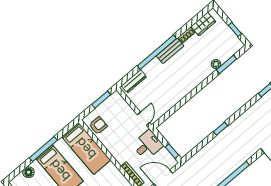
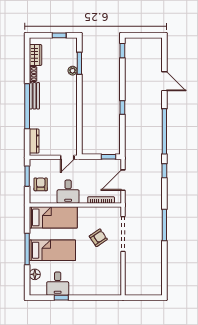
door: (143, 119) -> (67, 157), swing flipped
armchair: (98, 126) -> (41, 184), moved
desk: (148, 145) -> (68, 192), moved, turned 180

